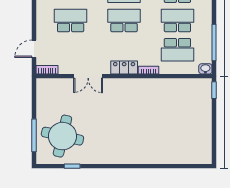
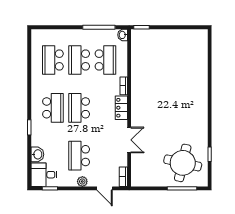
plant: (42, 24) -> (82, 181), added

